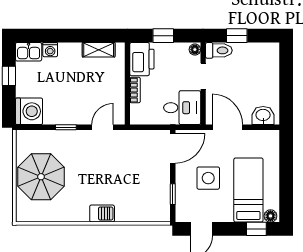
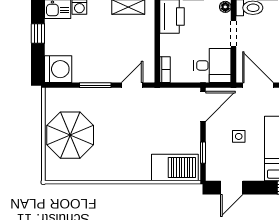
bookcase: (135, 90) -> (165, 70), moved
window: (66, 127) -> (95, 85), width x1.50
side table: (208, 178) -> (239, 136), width x0.54, depth x0.54
barbecue: (102, 214) -> (175, 167), moved, width x1.88, depth x1.53

